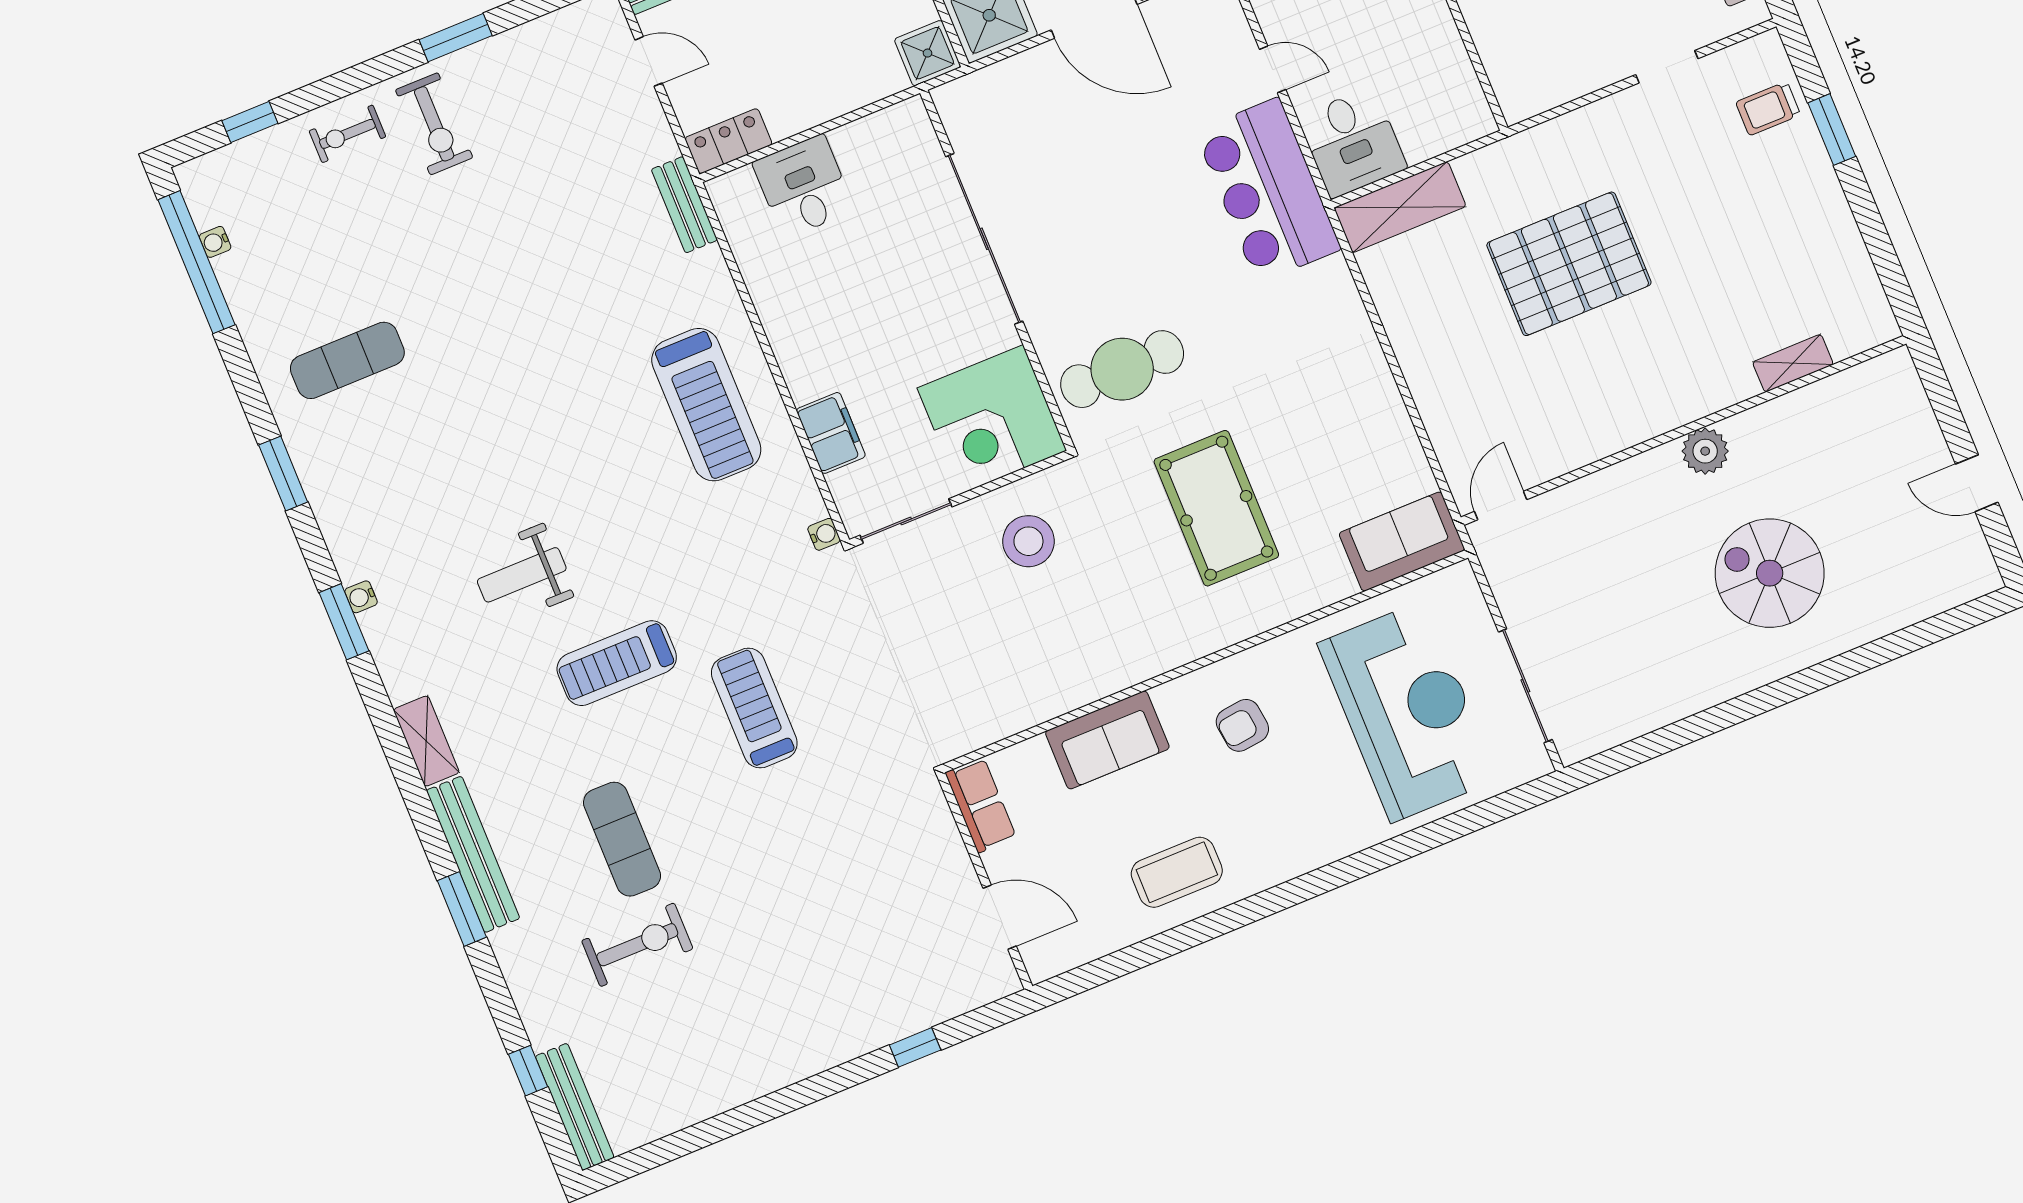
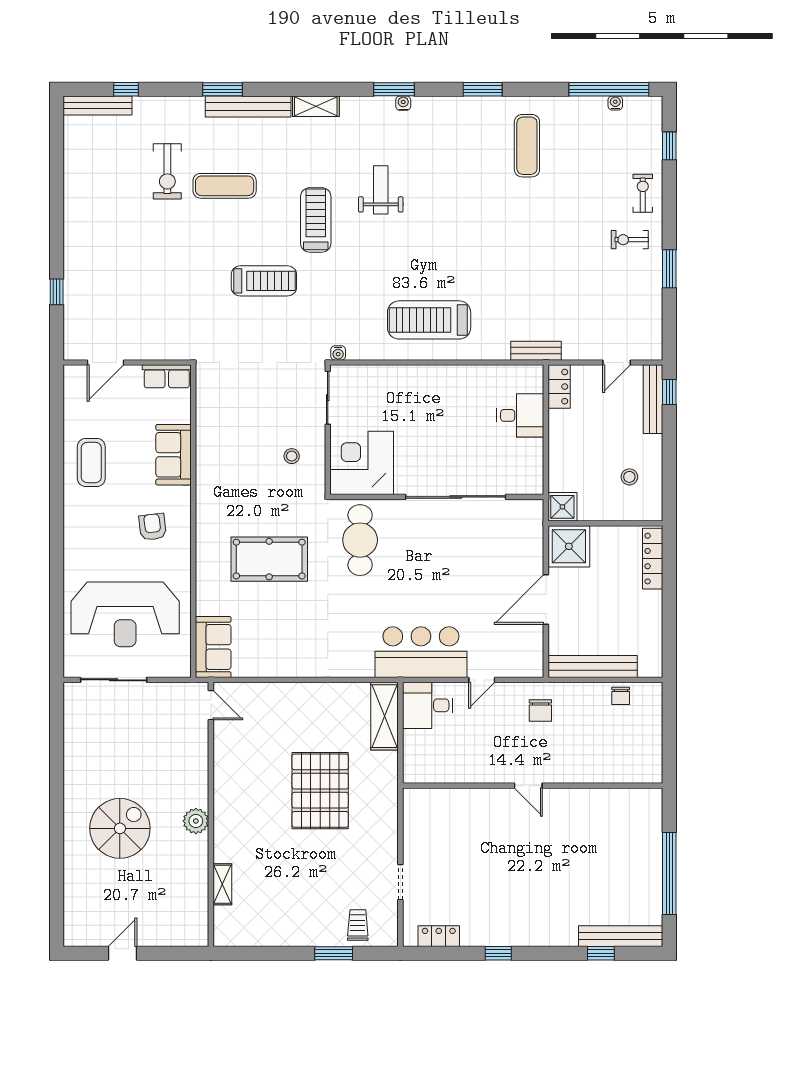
exercise bike: (434, 124) -> (630, 240), width x0.73, depth x0.72
filing cabinet: (831, 433) -> (388, 378), removed
stool: (1028, 541) -> (292, 456), width x0.53, depth x0.53

